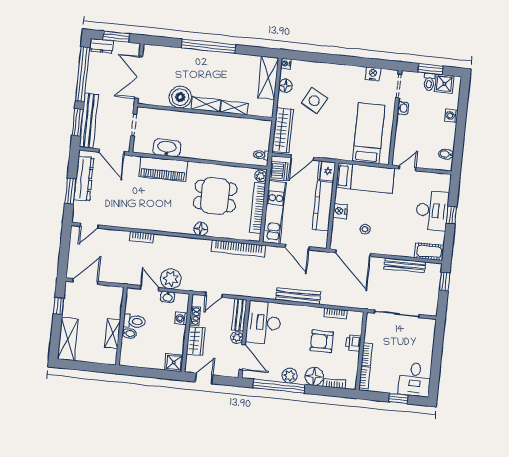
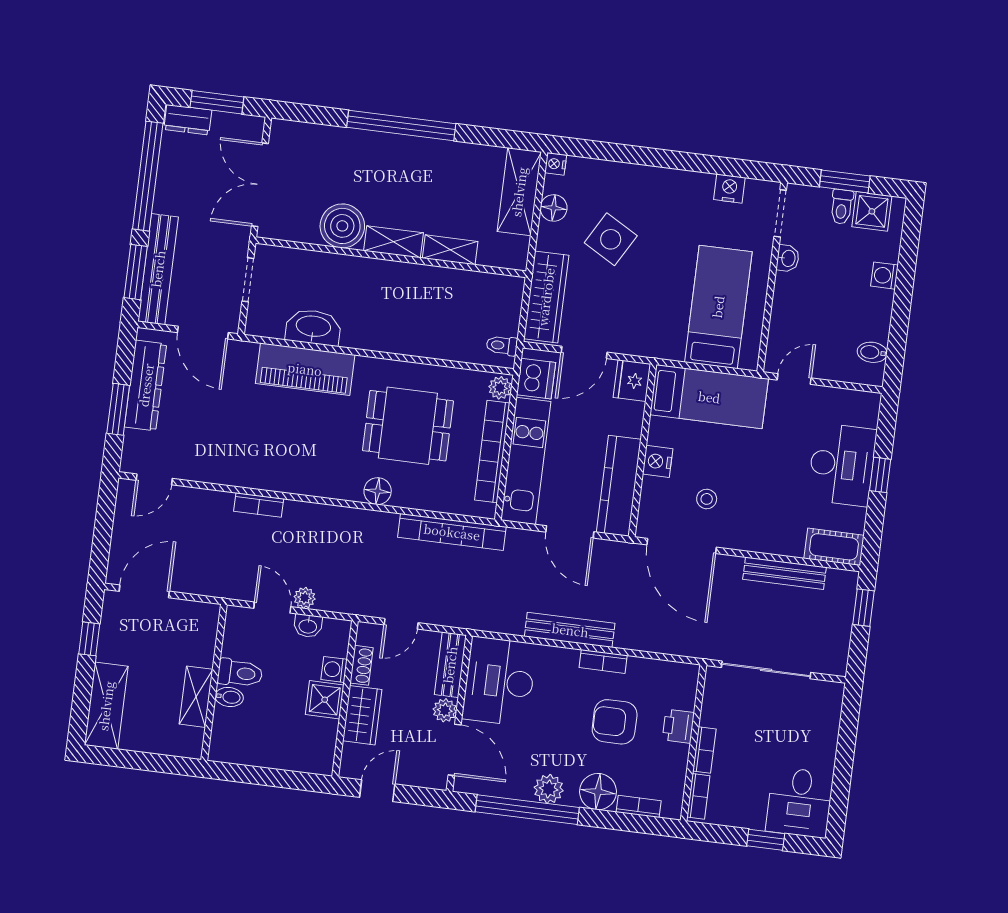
kitchen counter: (323, 206) -> (619, 486), moved
plant: (171, 279) -> (305, 598), width x0.53, depth x0.53
bookcase: (335, 313) -> (603, 661), moved
shower: (174, 362) -> (325, 700), moved

